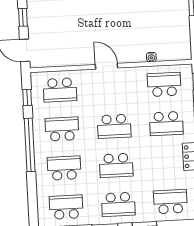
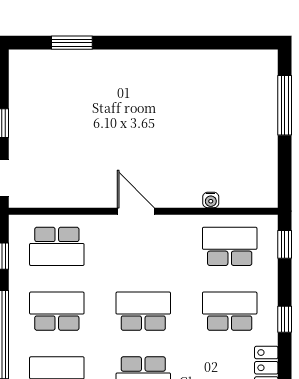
school desk: (166, 124) -> (230, 311), turned 180
school desk: (114, 126) -> (143, 311), turned 180

